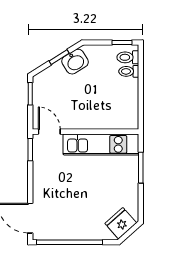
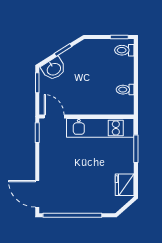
washbasin: (75, 62) -> (54, 69), moved
toilet: (129, 71) -> (125, 90), moved
fridge: (121, 223) -> (125, 185), moved, turned -48

